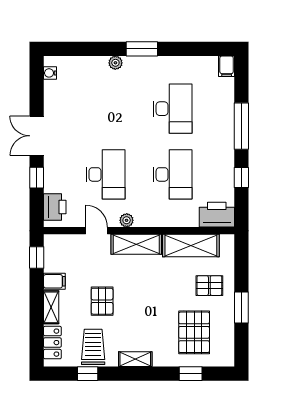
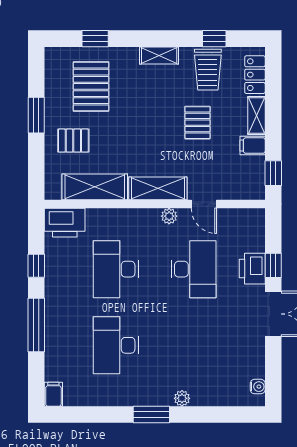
desk: (105, 174) -> (194, 269), turned 180
printer: (55, 207) -> (252, 269), moved

